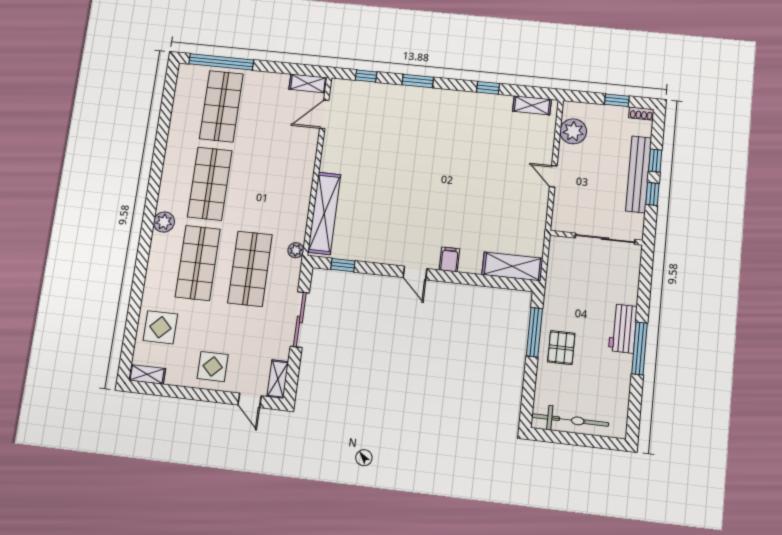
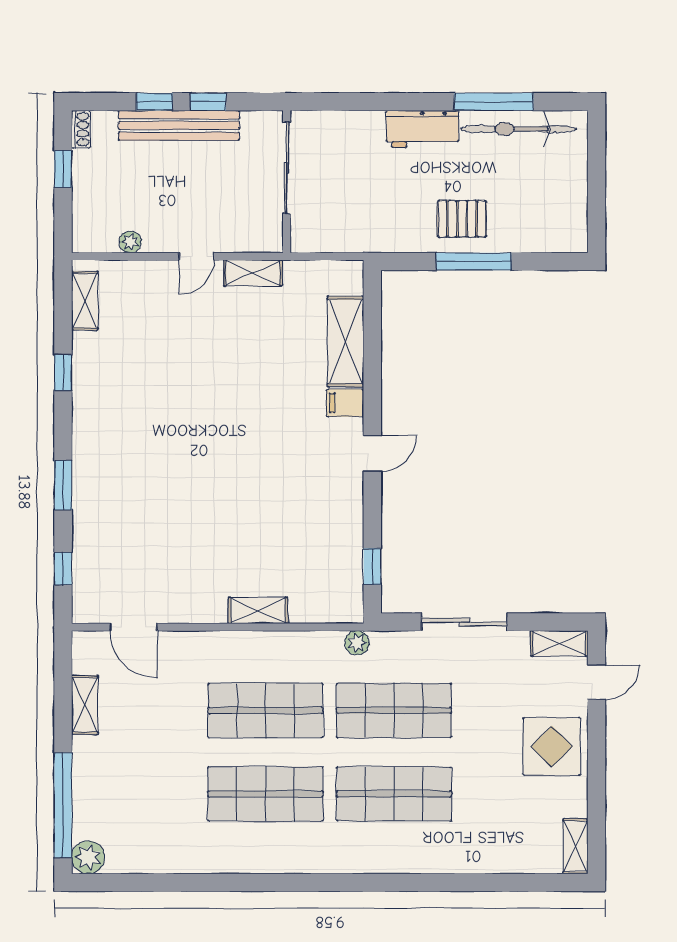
shelving: (308, 83) -> (85, 705), moved
shop shelf: (221, 106) -> (265, 710), moved
plant: (573, 131) -> (130, 242), width x0.53, depth x0.53
shelving: (539, 210) -> (253, 273), added
shelving: (324, 213) -> (258, 610), width x0.45, depth x0.75
plant: (164, 222) -> (88, 857), moved
shelving: (512, 266) -> (346, 341), moved
display table: (160, 327) -> (501, 837), removed
window: (534, 332) -> (474, 262), moved
window: (639, 348) -> (494, 102), moved
display table: (213, 367) -> (552, 746), width x1.36, depth x1.36
bicycle: (570, 420) -> (518, 129), moved, turned -90

